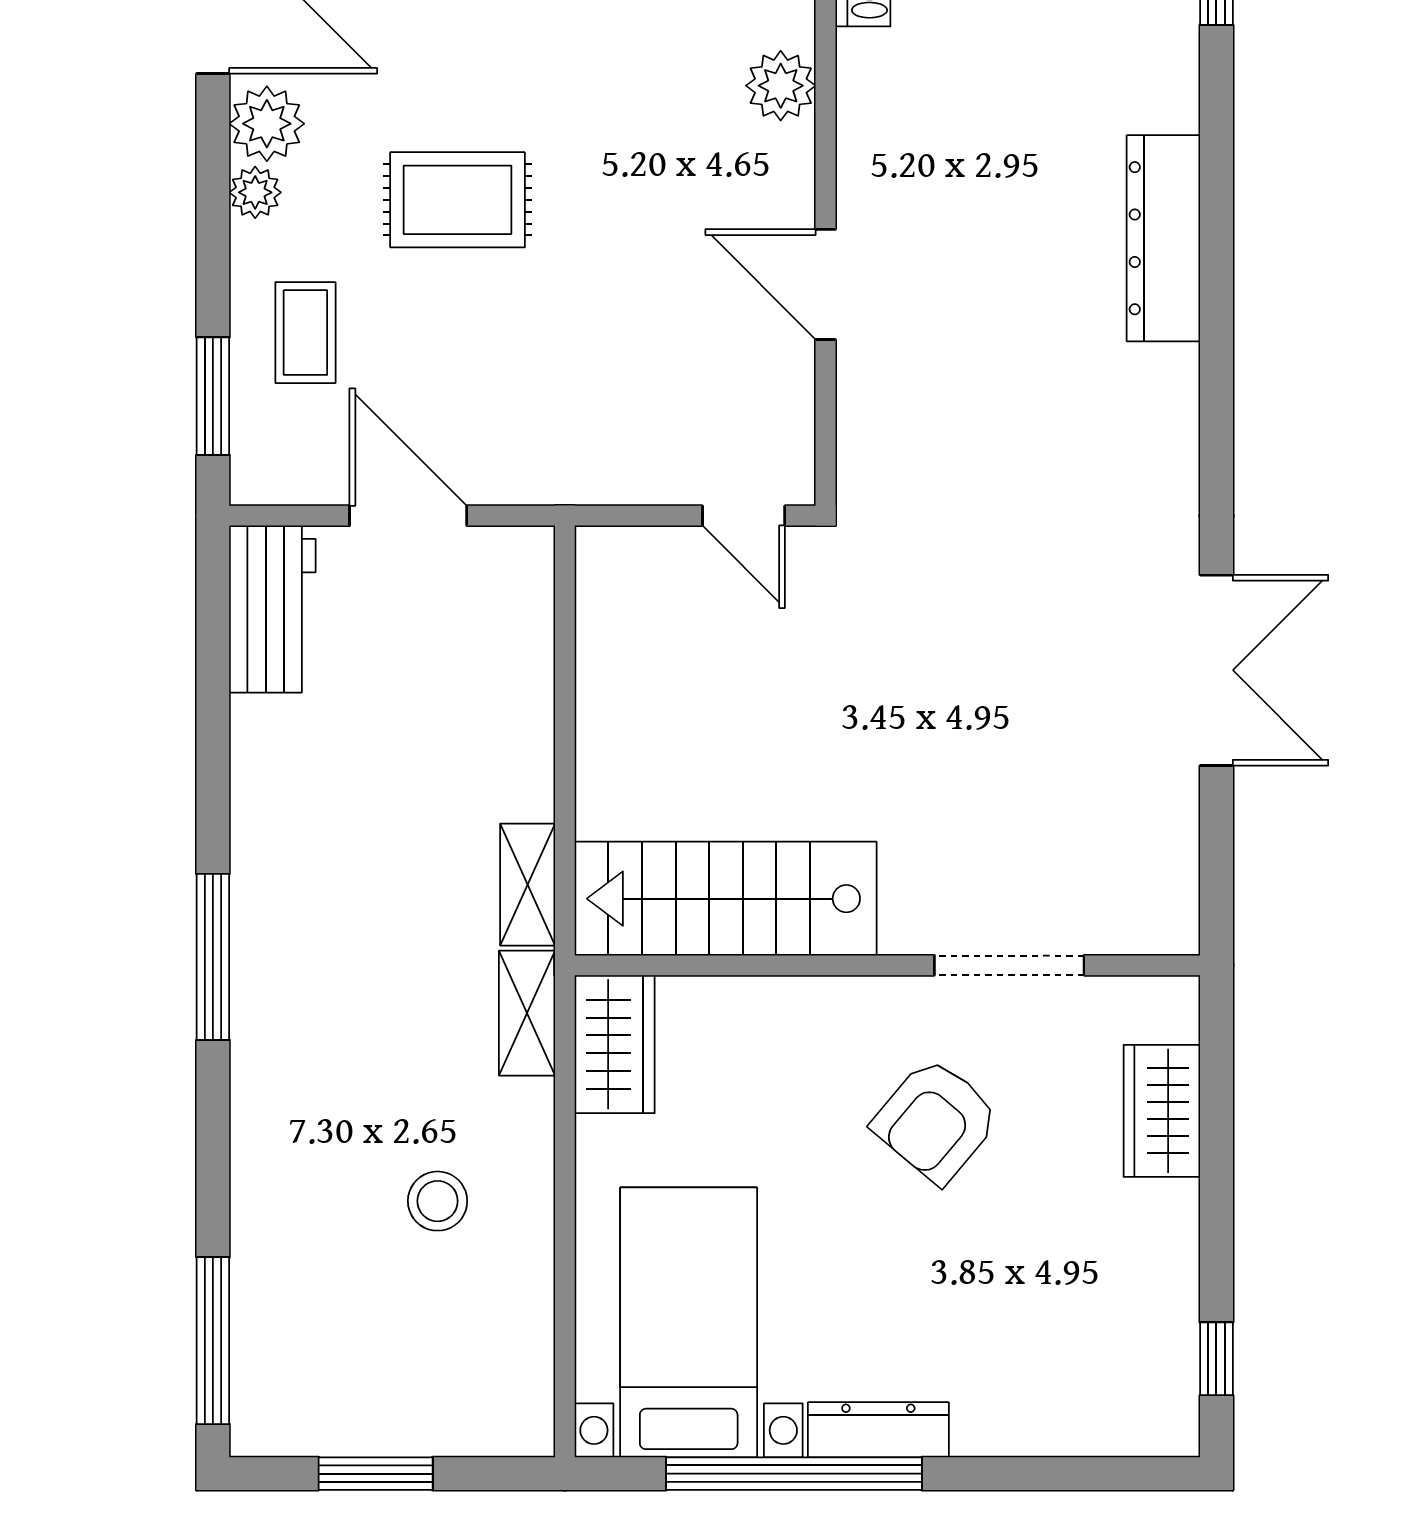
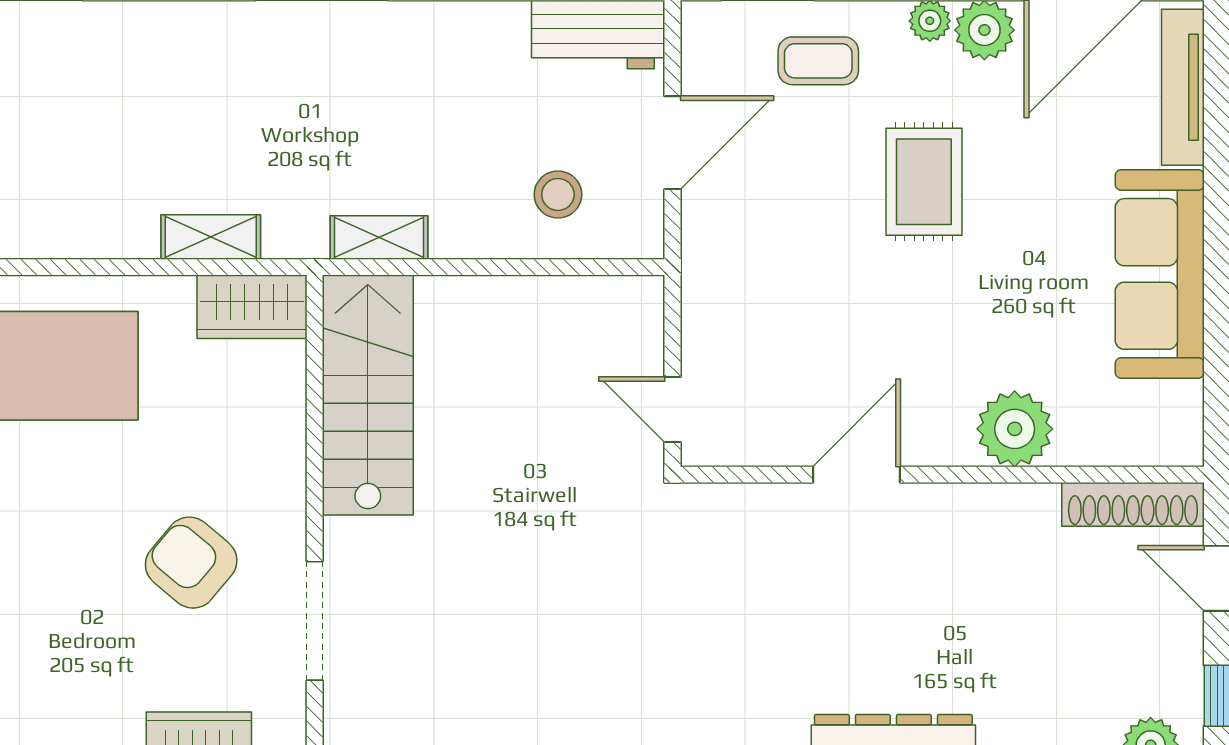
plant: (781, 86) -> (1015, 429), width x1.36, depth x1.36
door: (744, 516) -> (673, 409), hinge flipped
shelving: (527, 1013) -> (211, 237), moved
stool: (438, 1201) -> (558, 194), moved

